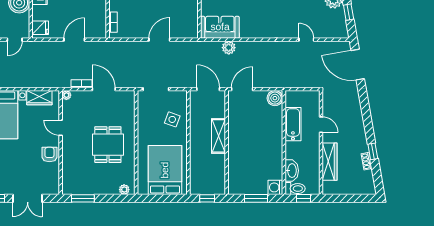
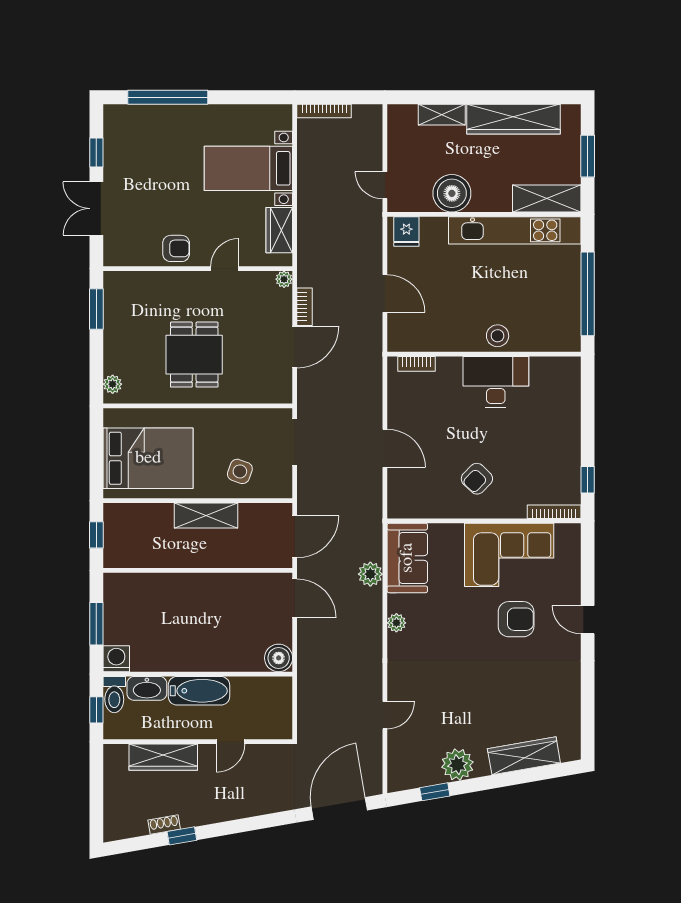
plant: (256, 33) -> (396, 623), added
bathtub: (293, 124) -> (199, 691), moved
shelving: (219, 136) -> (206, 515), moved
dining table: (108, 145) -> (194, 355), turned 90

